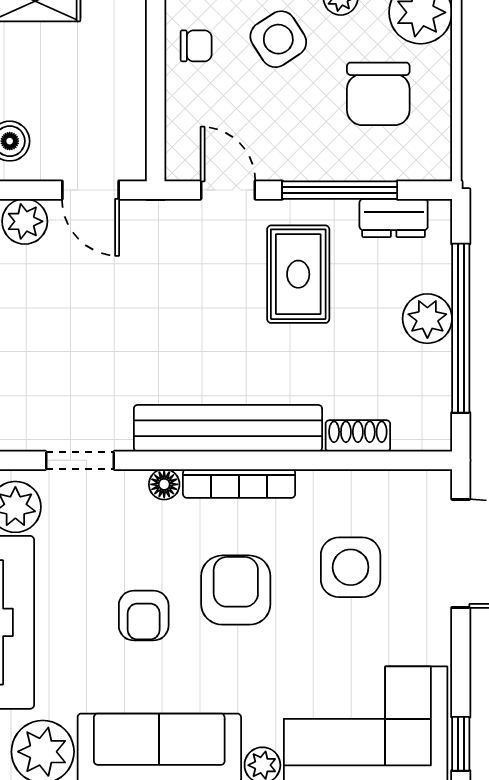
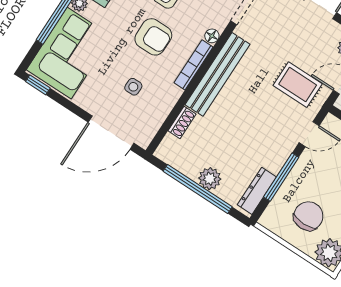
chair: (378, 94) -> (308, 216), turned 90
dresser: (394, 218) -> (257, 191), width x1.44
rug: (298, 274) -> (298, 85), moved
side table: (351, 567) -> (133, 87), width x0.54, depth x0.54

